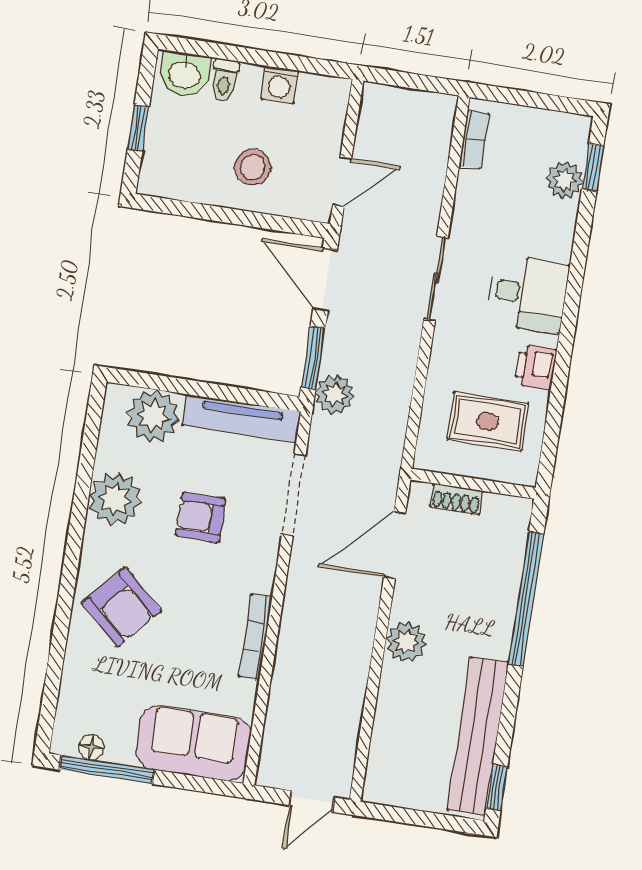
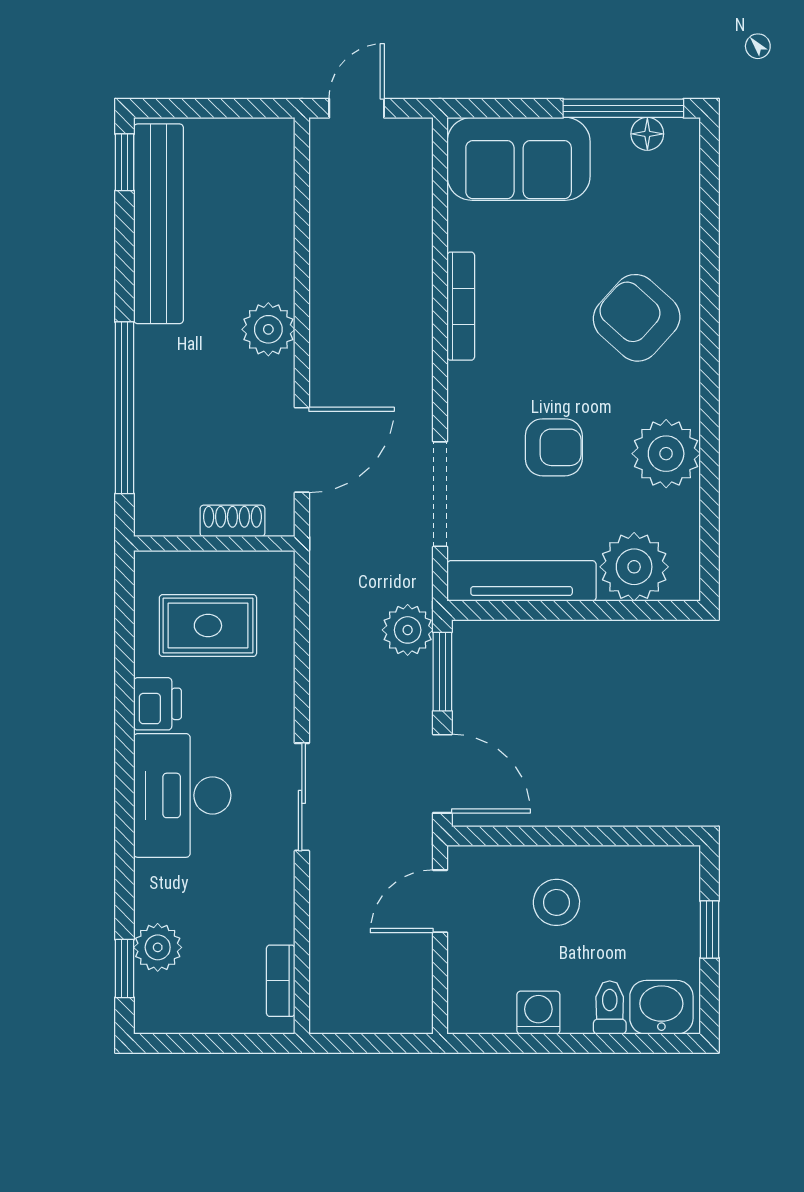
desk: (528, 294) -> (182, 795), width x1.37

